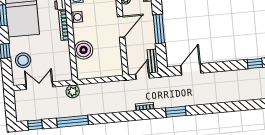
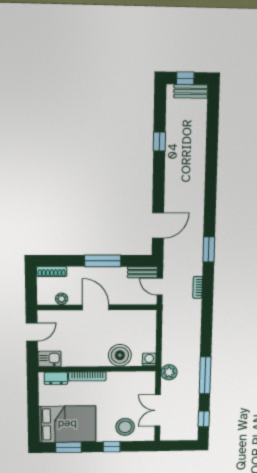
washing machine: (77, 17) -> (149, 359), moved
door: (191, 69) -> (158, 225), swing flipped

